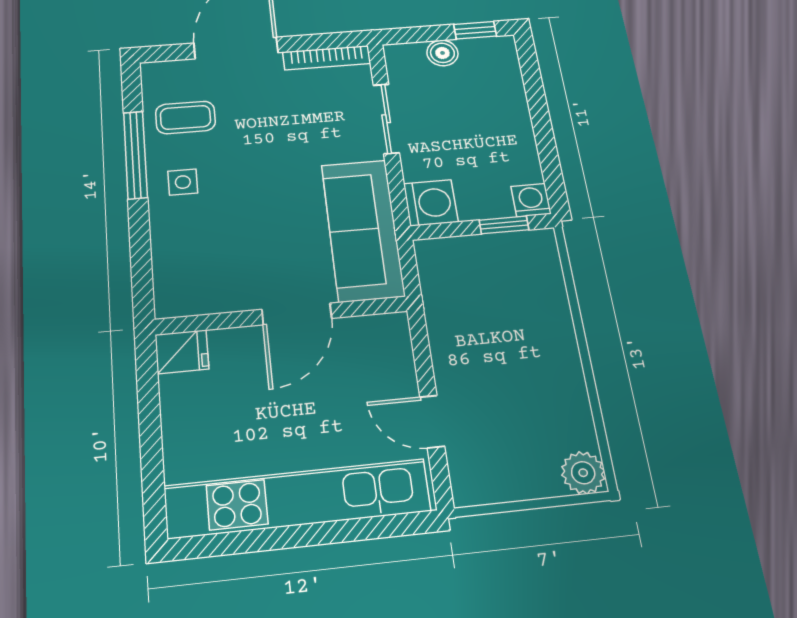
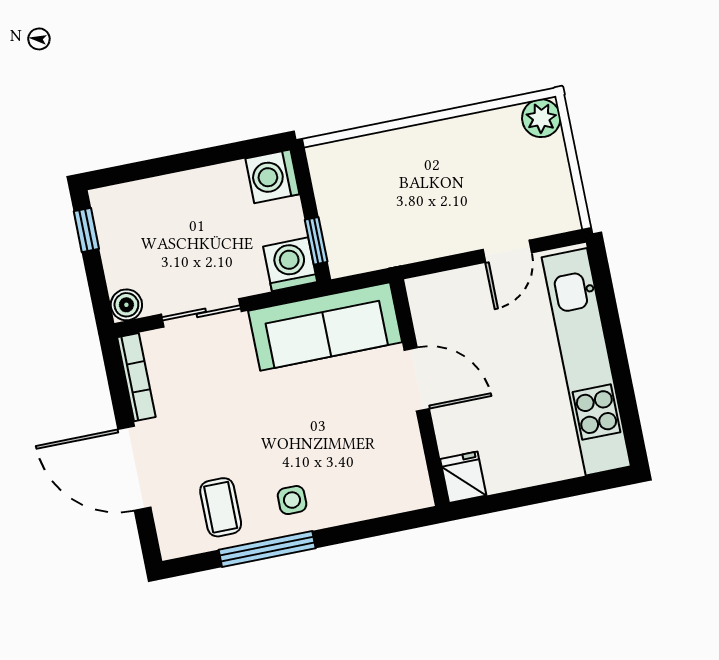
boiler: (442, 53) -> (126, 305), moved
washing machine: (531, 200) -> (272, 176), width x1.38, depth x1.38
window: (504, 225) -> (316, 241), moved

